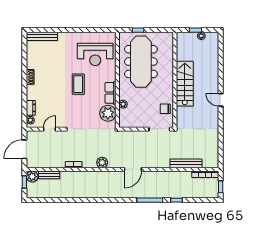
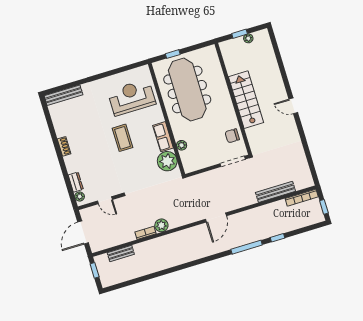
reception desk: (95, 54) -> (132, 97), turned 180
door: (49, 129) -> (105, 200), swing flipped
plant: (102, 162) -> (161, 225), moved
plant: (32, 177) -> (102, 261), removed

